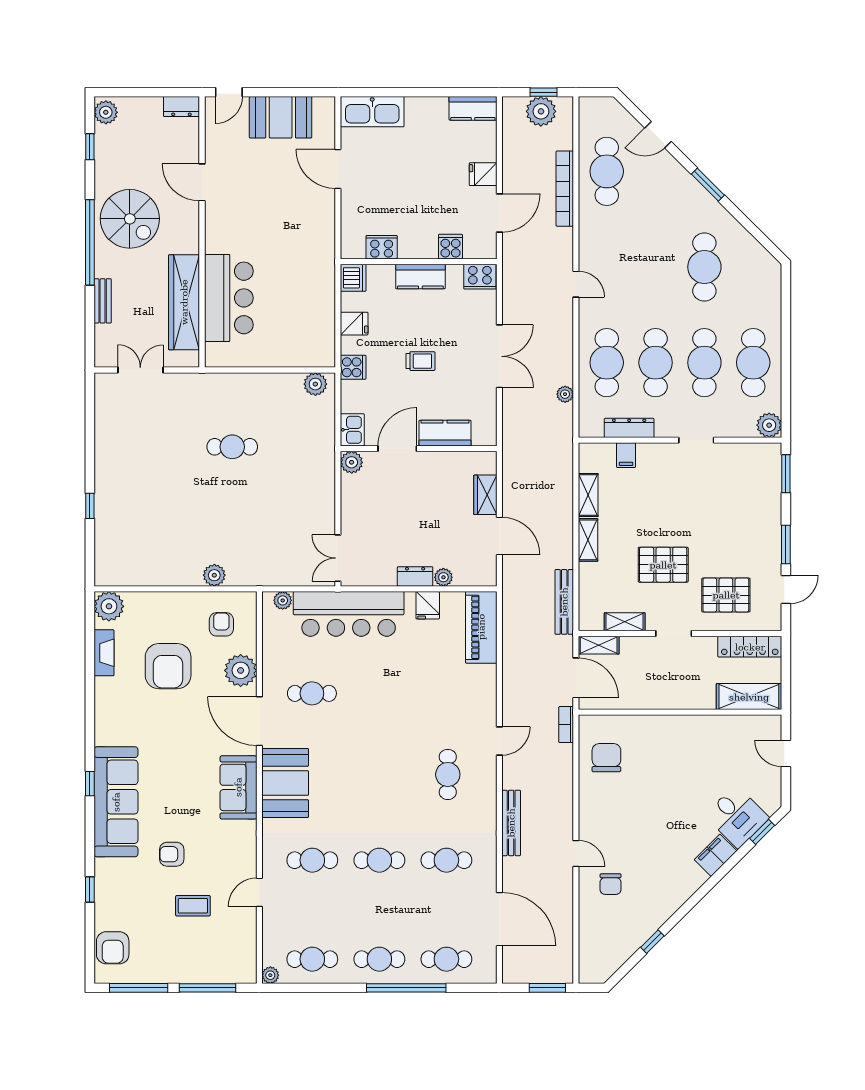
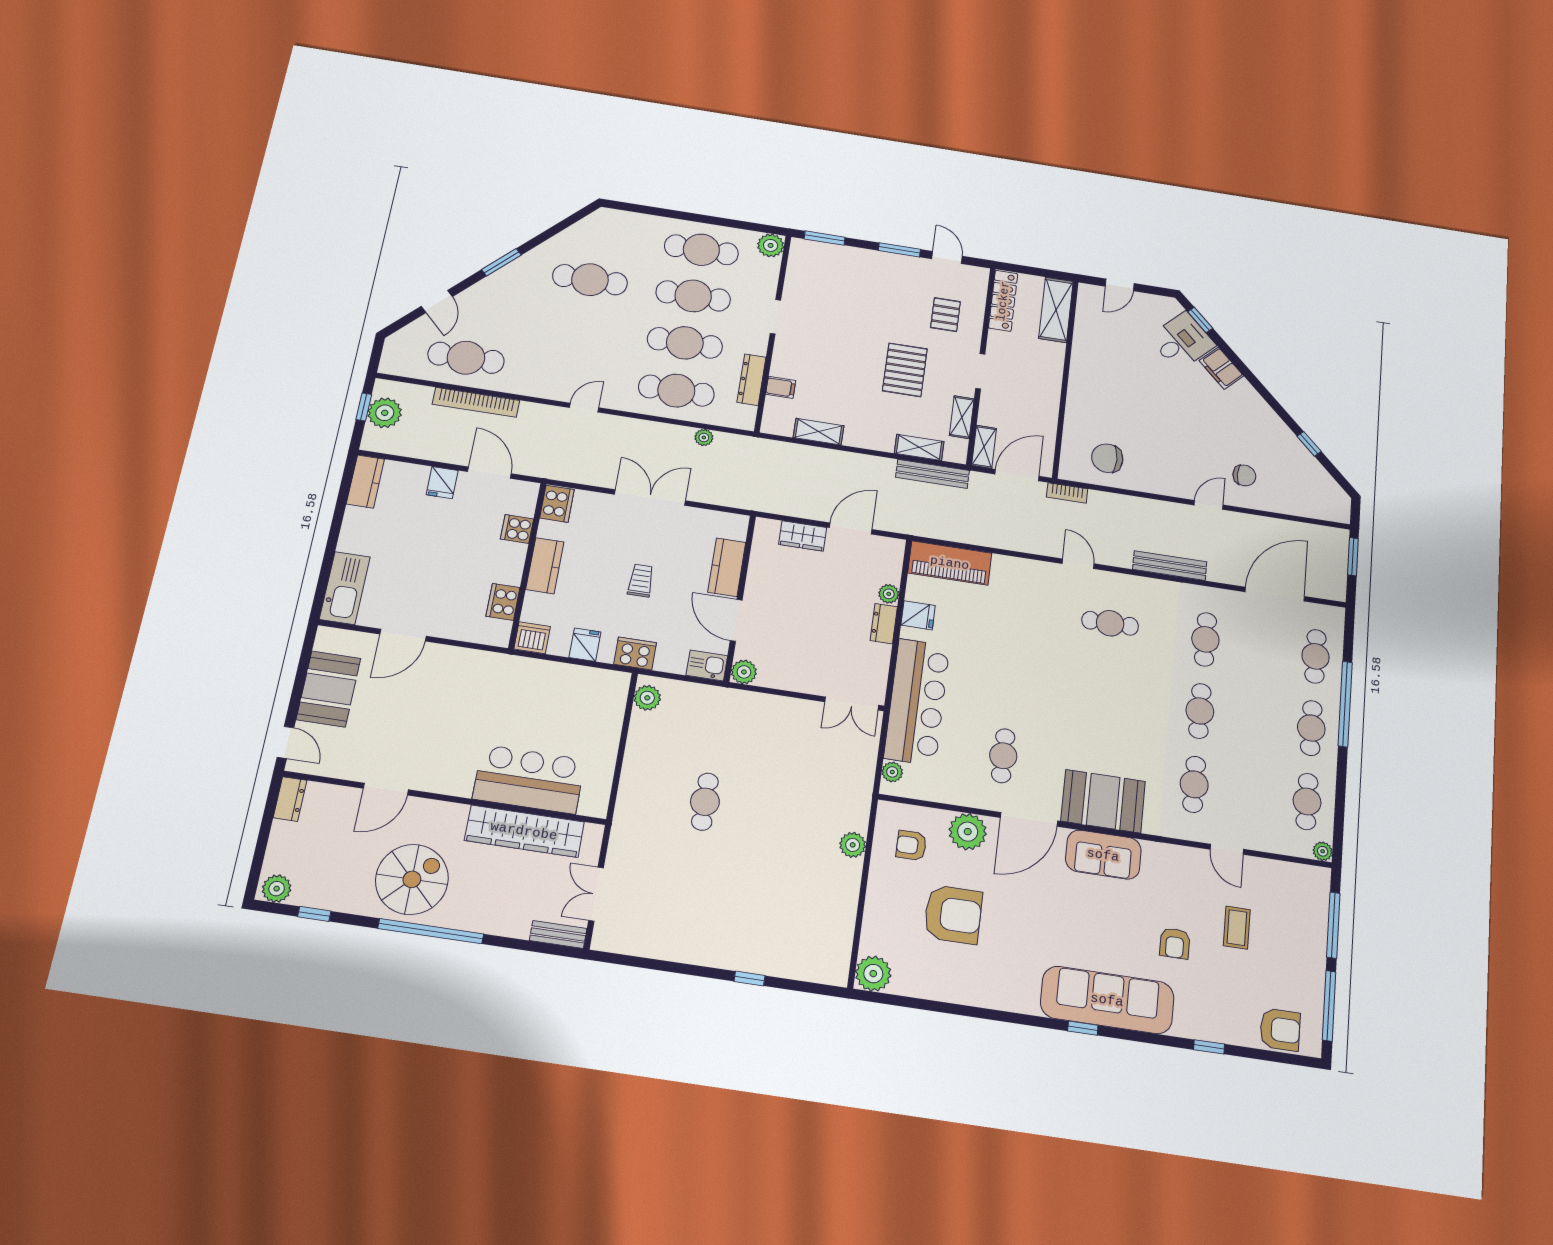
bench: (103, 301) -> (558, 934), moved
cooker: (353, 367) -> (635, 653), width x1.36
shelving: (588, 540) -> (919, 447), moved
pallet: (726, 595) -> (945, 315), width x0.67, depth x0.71
fireplace: (104, 653) -> (928, 988), removed

